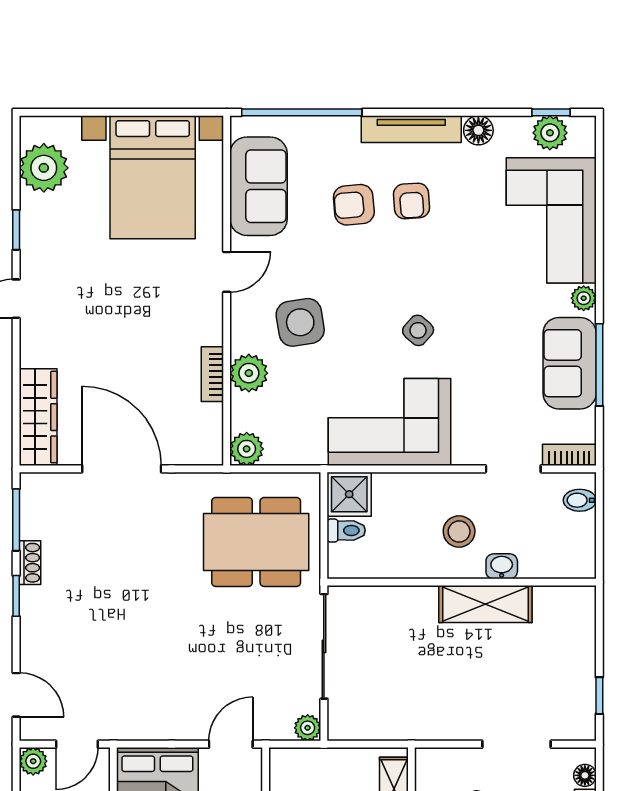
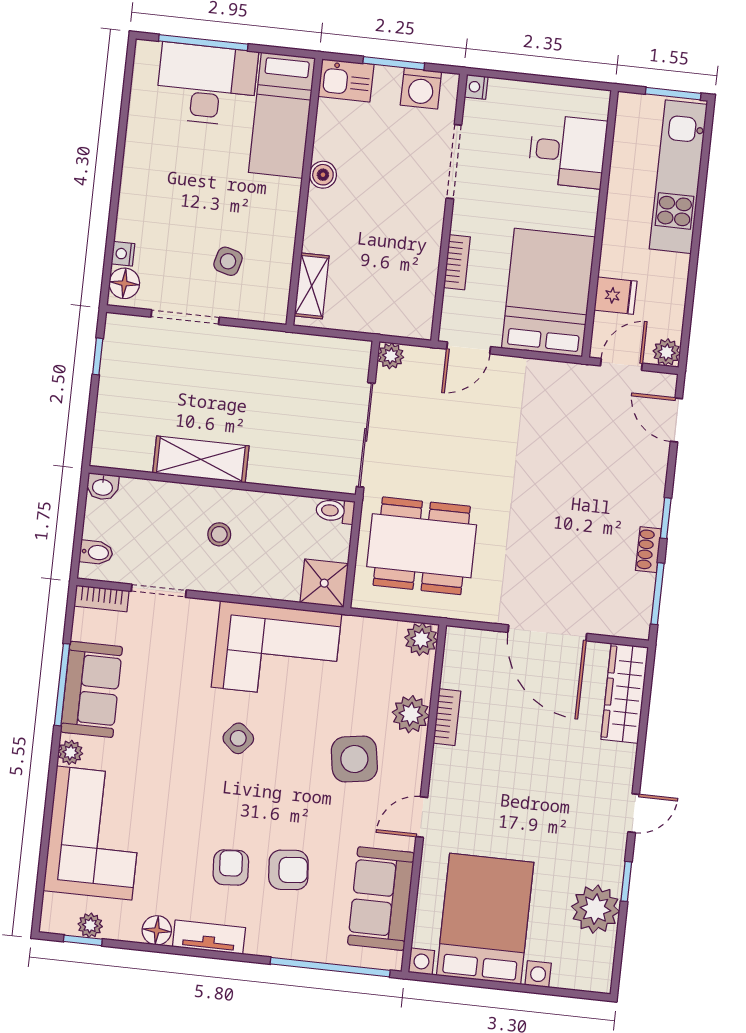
tv unit: (411, 129) -> (209, 937), width x0.71
plant: (550, 133) -> (90, 925), width x0.73, depth x0.73
plant: (44, 168) -> (596, 909), moved
toilet: (346, 530) -> (335, 511), moved
stool: (459, 531) -> (219, 534), width x0.73, depth x0.73
washbasin: (502, 566) -> (103, 487), moved
floor lamp: (585, 775) -> (124, 283), width x1.37, depth x1.37

